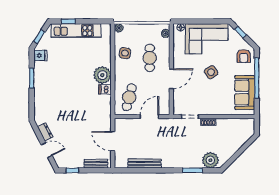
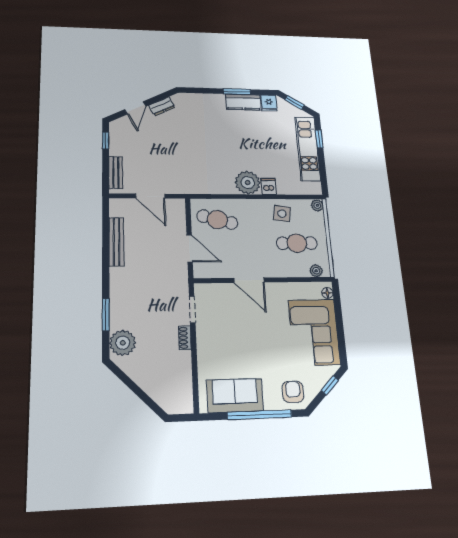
armchair: (244, 56) -> (293, 392), turned 90
cafe table: (150, 58) -> (297, 243), moved
side table: (211, 72) -> (263, 340), removed
kitchen counter: (40, 74) -> (243, 102), added
dishwasher: (105, 89) -> (269, 186), moved
door: (113, 141) -> (150, 196), swing flipped

